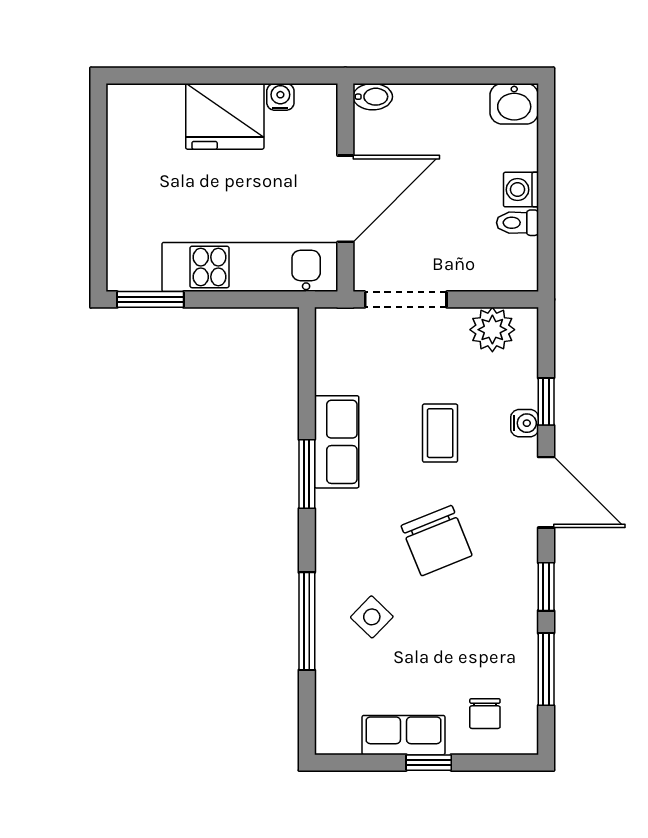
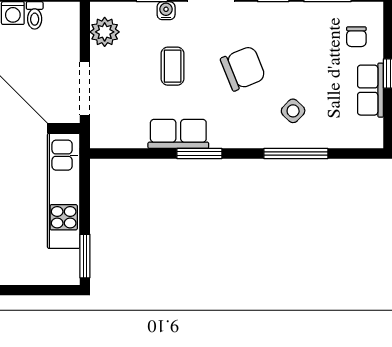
coffee table: (440, 433) -> (173, 66), turned 90
chair: (485, 714) -> (356, 37), turned 90

